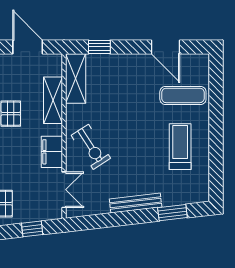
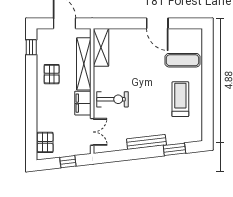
window: (99, 47) -> (119, 23), removed
door: (166, 47) -> (157, 23), moved
shelving: (53, 100) -> (84, 64), width x1.47
exercise bike: (91, 147) -> (113, 99), turned -57

